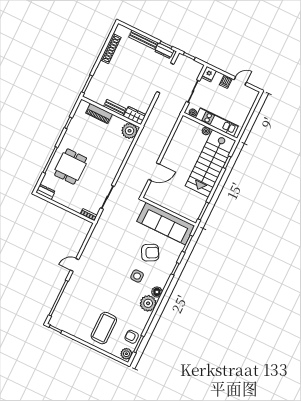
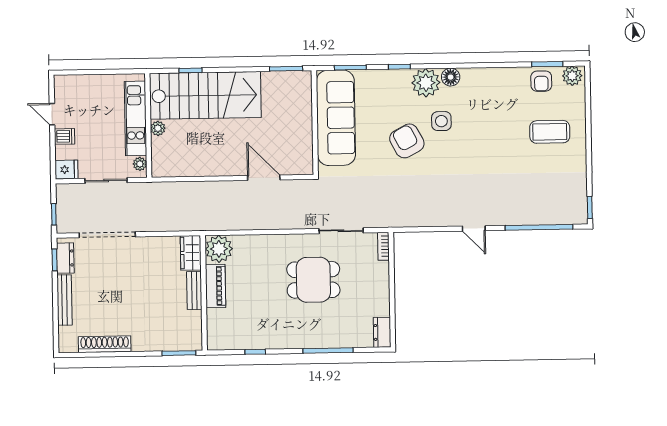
piano: (99, 113) -> (215, 286), moved
dining table: (71, 167) -> (313, 280), moved
armchair: (150, 253) -> (407, 141), moved
plant: (148, 303) -> (426, 83), moved
coffee table: (104, 328) -> (550, 132), width x0.73, depth x0.76

